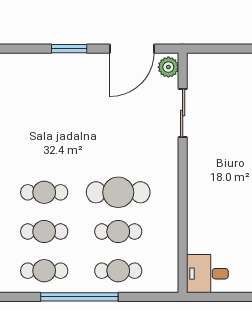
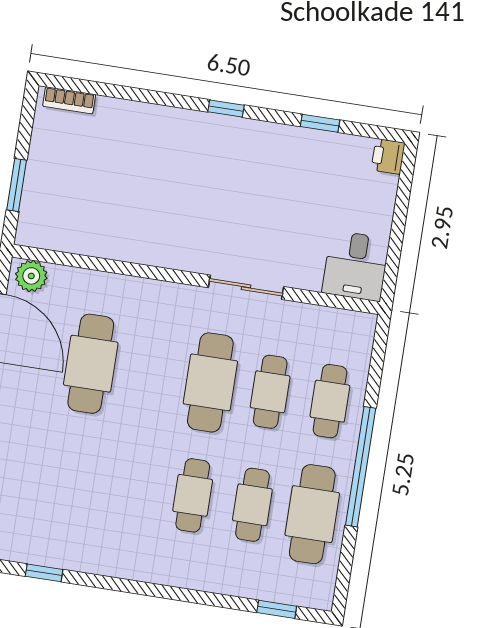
window: (225, 49) -> (17, 185), added
sliding door: (183, 113) -> (246, 287), moved
cafe table: (118, 114) -> (91, 364), added
cafe table: (44, 271) -> (312, 514), width x1.37, depth x1.35

